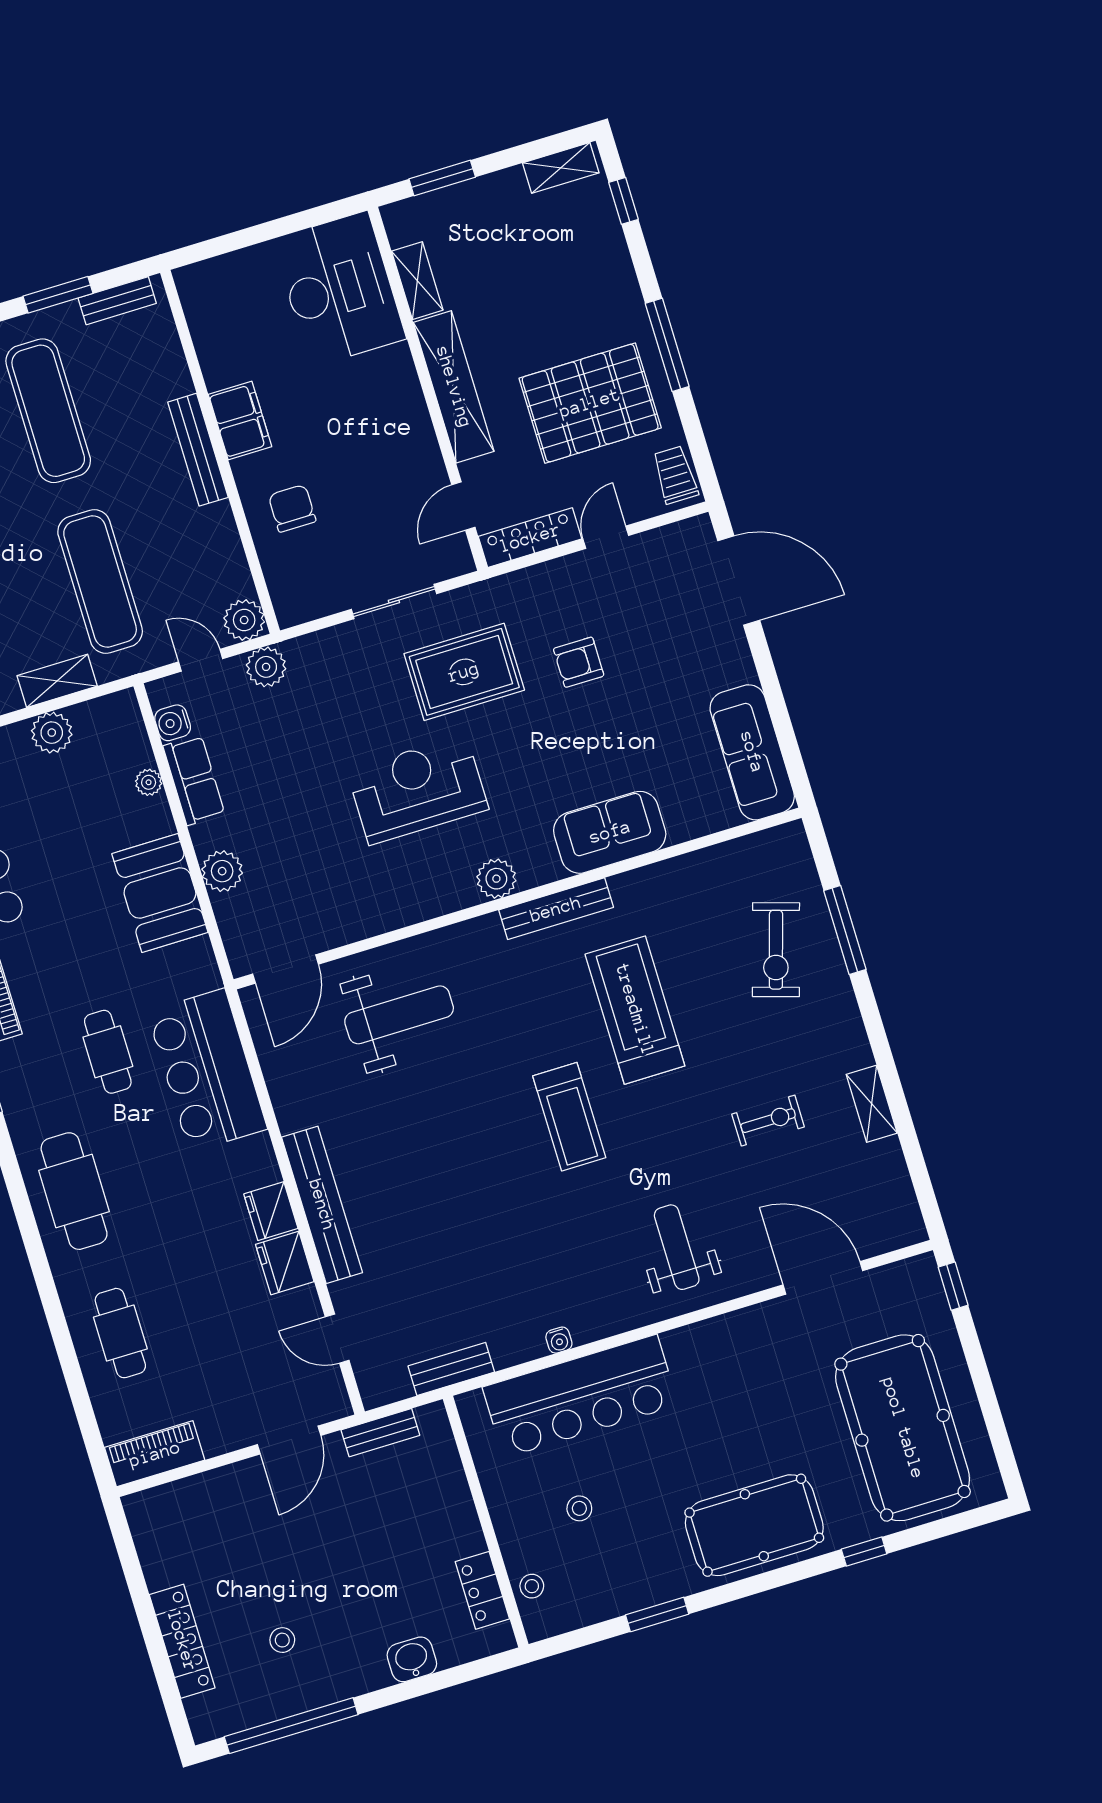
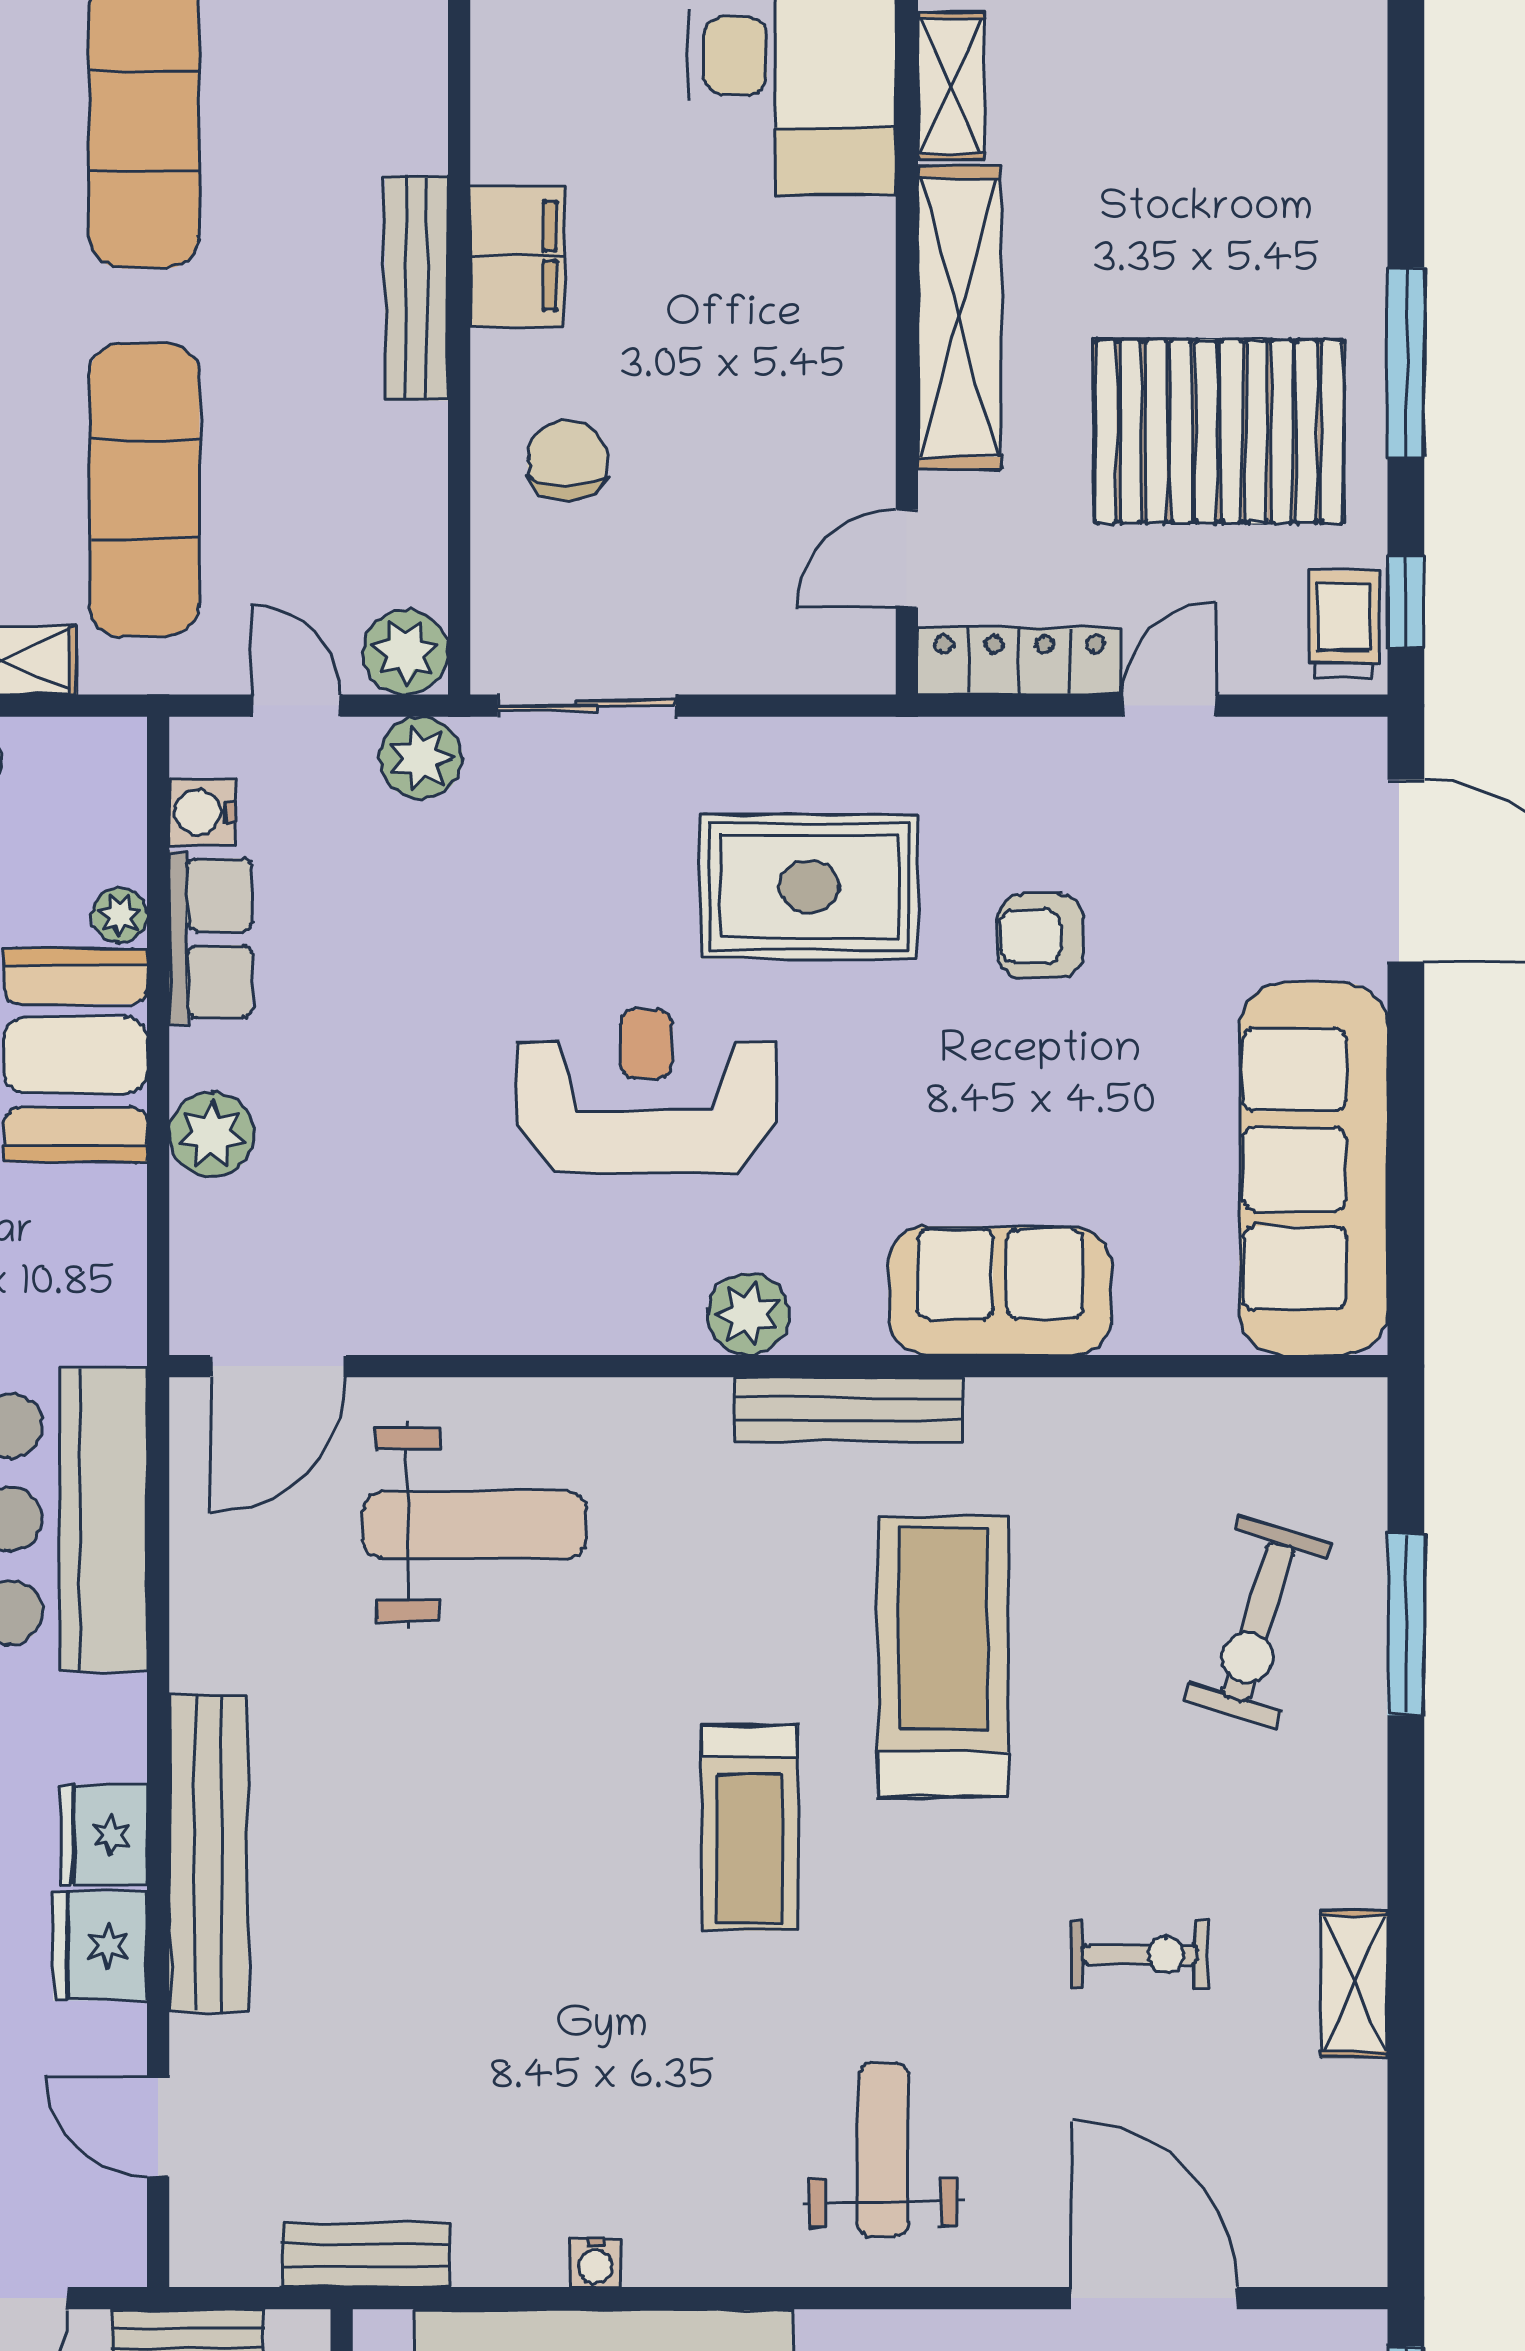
window: (623, 201) -> (1406, 602), moved
sliding door: (394, 602) -> (587, 706), moved
sofa: (752, 752) -> (1314, 1169), width x1.36, depth x1.27
booth: (160, 893) -> (76, 1055), moved

